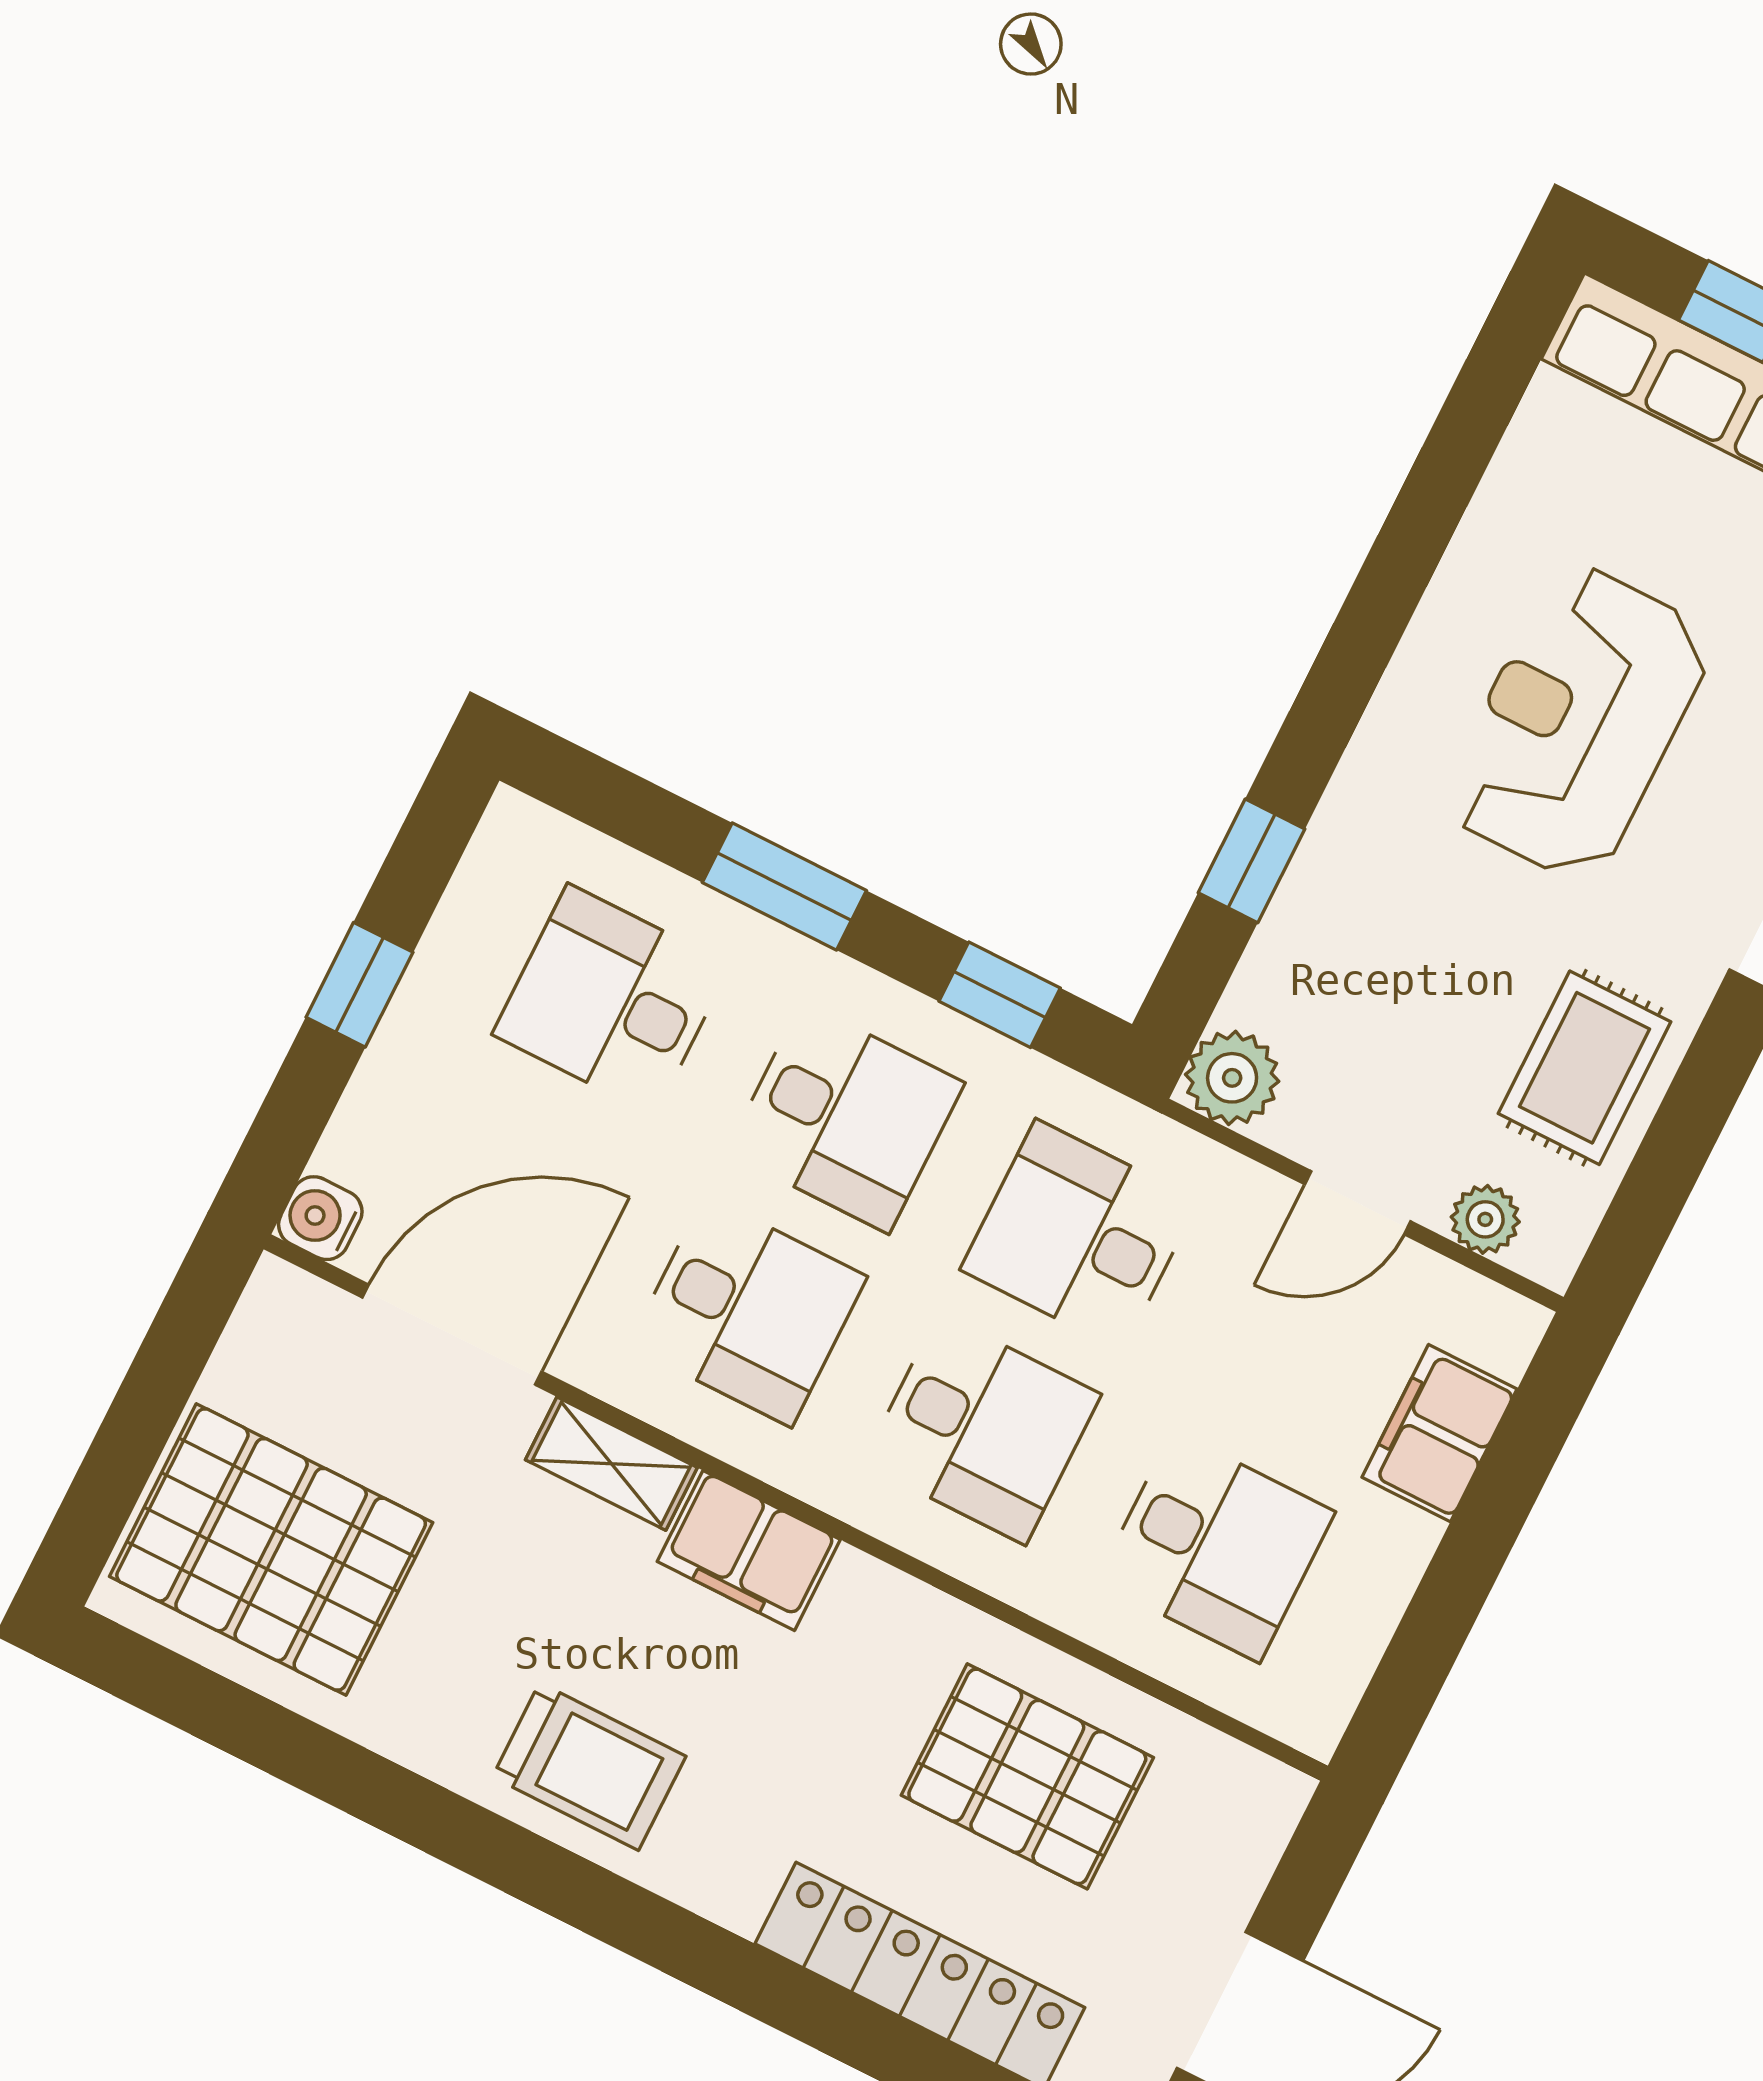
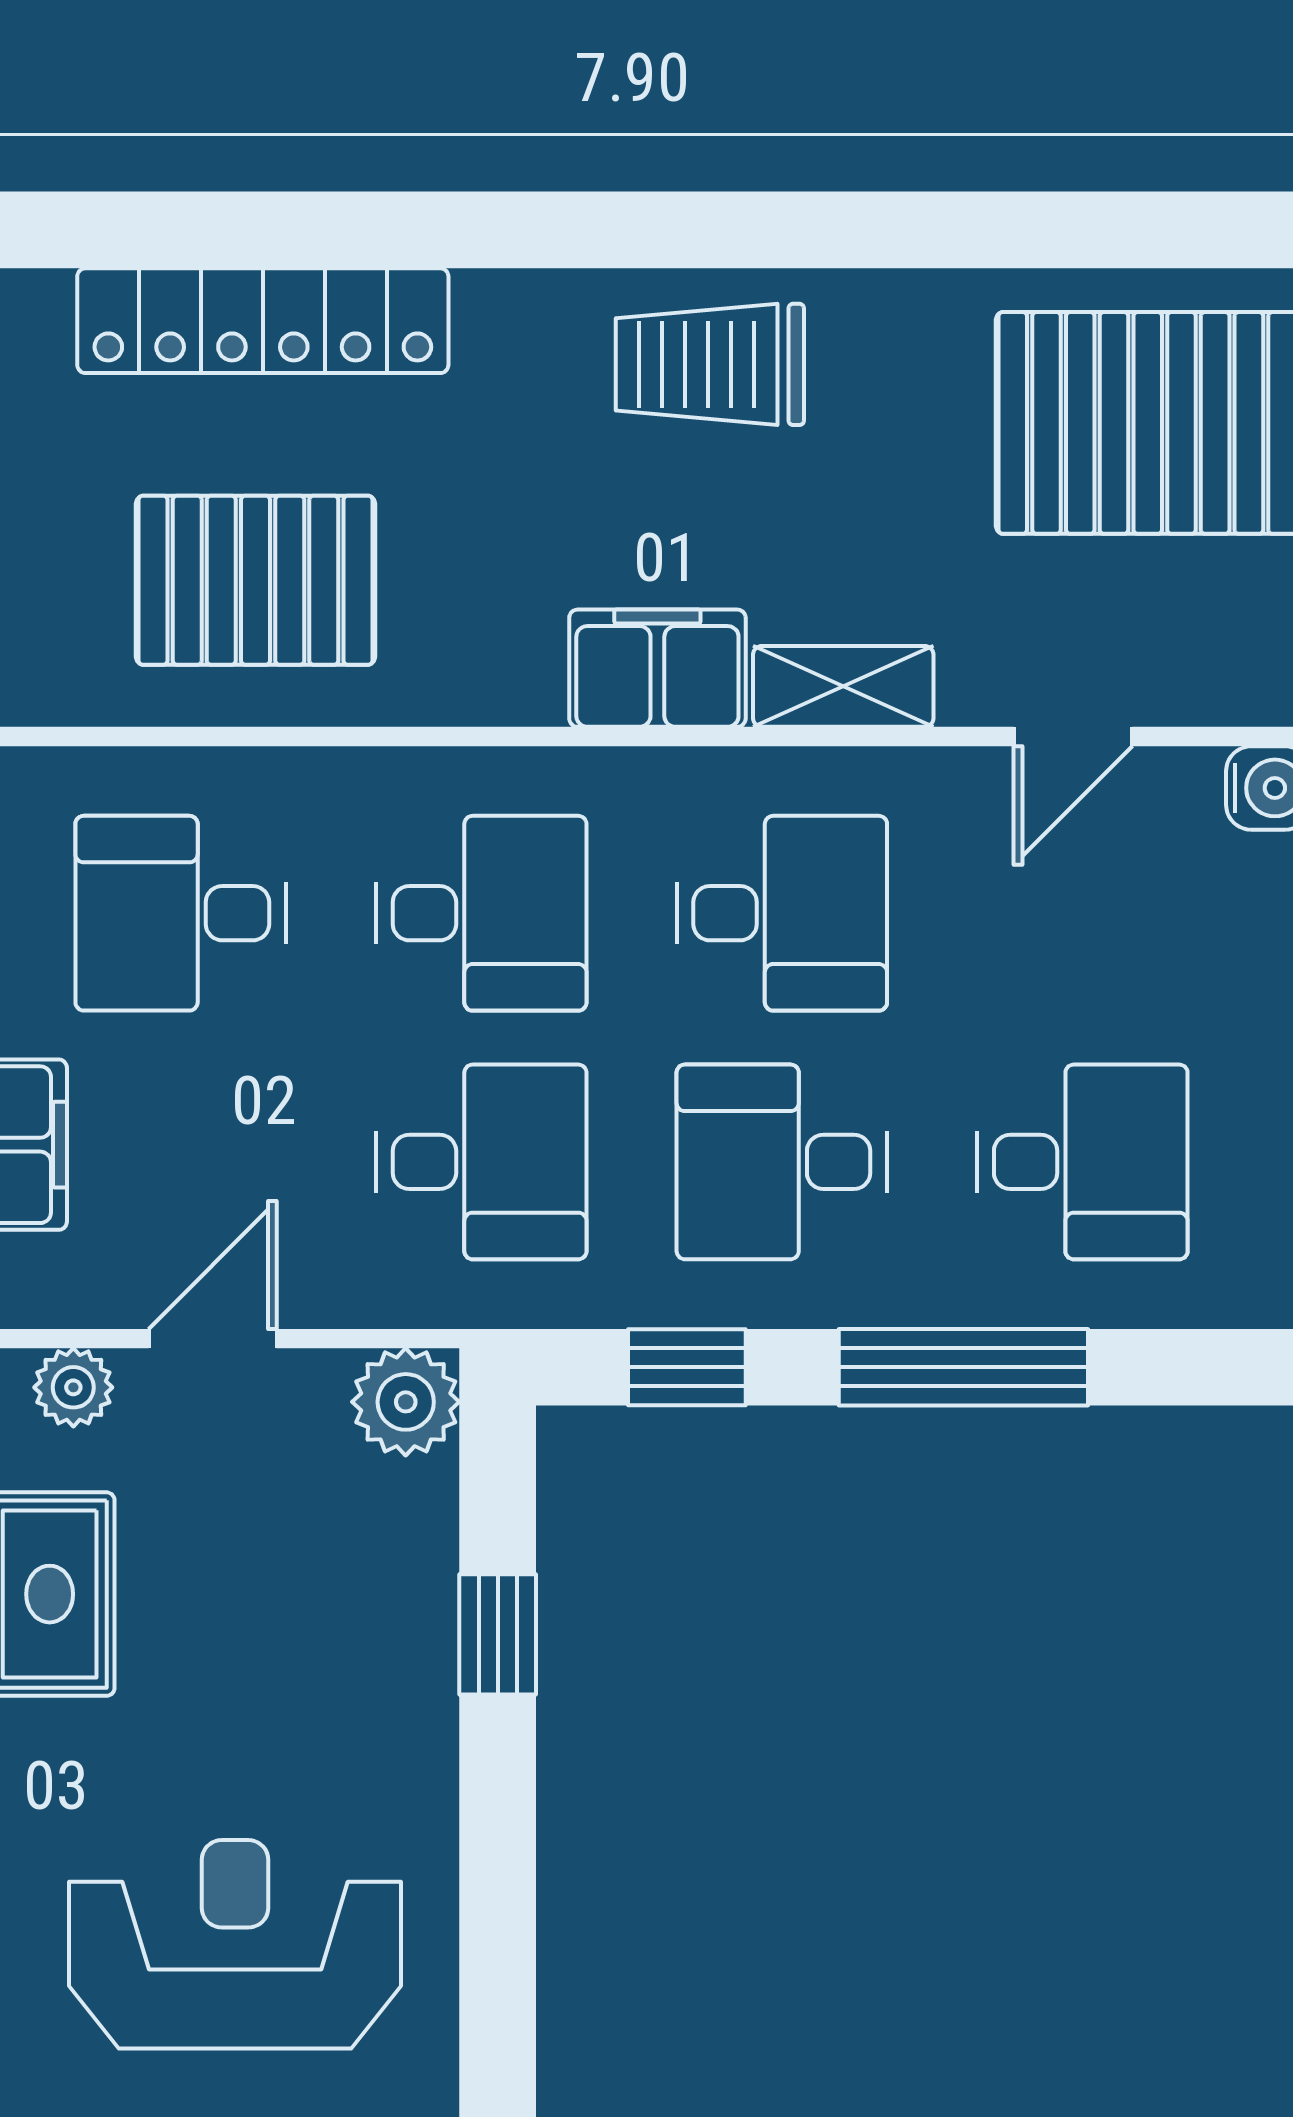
reception desk: (1577, 722) -> (235, 1944), turned -90
window: (784, 886) -> (963, 1367), width x1.44
desk: (748, 1311) -> (782, 913), turned 180
door: (452, 1335) -> (1073, 736), width x0.53
desk: (982, 1429) -> (481, 913), turned 180

